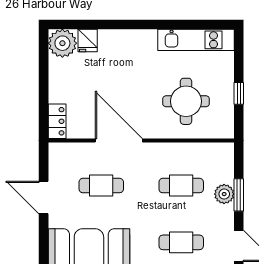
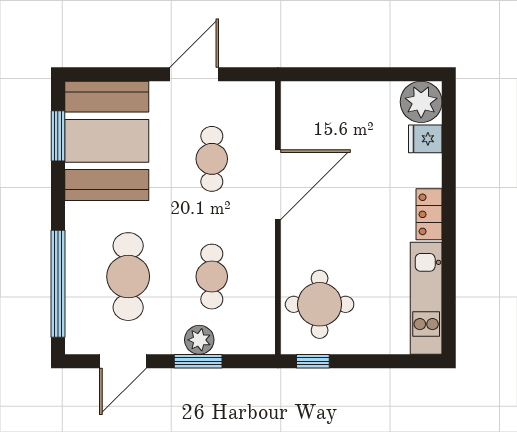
window: (239, 93) -> (313, 361), moved
round table: (186, 101) -> (320, 304), moved
locker: (57, 121) -> (429, 214), moved, turned 90
cafe table: (181, 242) -> (128, 277), width x1.37, depth x1.35

